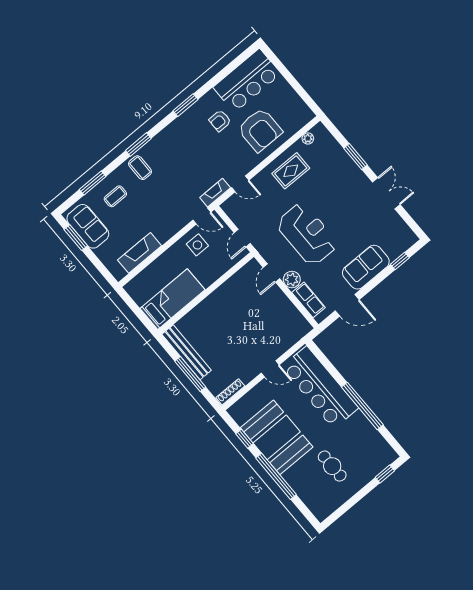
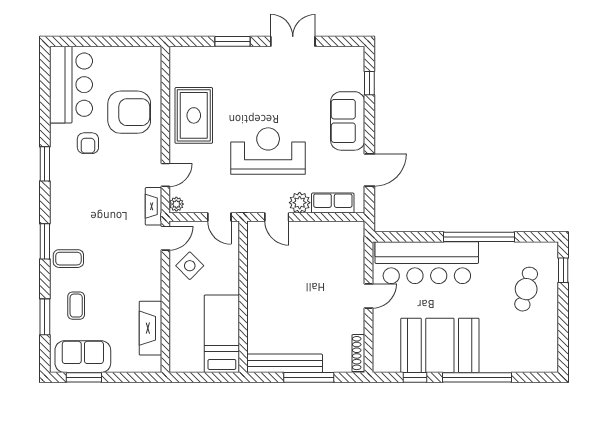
plant: (308, 138) -> (176, 204), moved
rug: (291, 171) -> (194, 115), width x1.36, depth x1.43
side table: (197, 245) -> (190, 266), turned 45
cafe table: (332, 466) -> (526, 289), moved, turned -76

